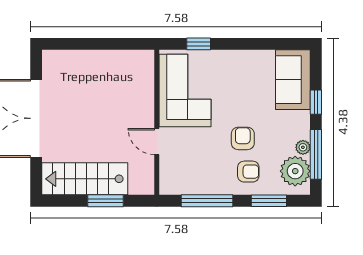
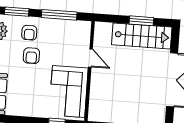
armchair: (248, 172) -> (29, 33), turned -90
window: (105, 201) -> (141, 21), moved

